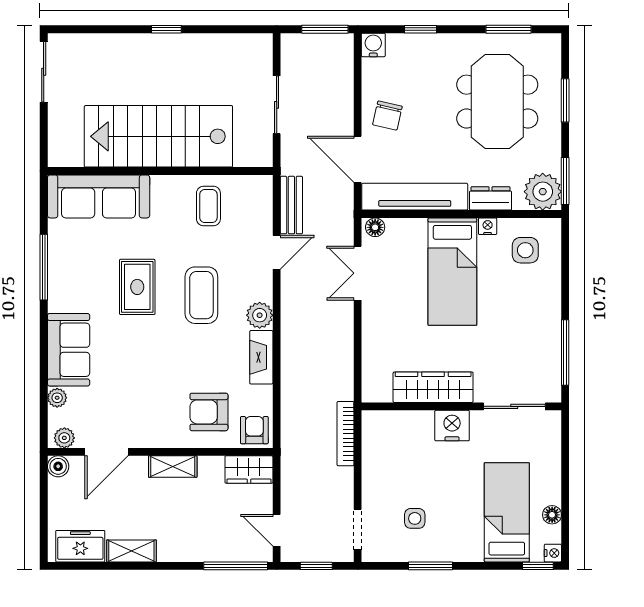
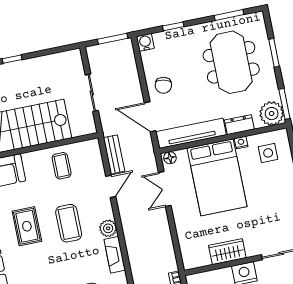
bed: (452, 272) -> (217, 177), width x1.50
wardrobe: (433, 387) -> (227, 252), width x0.67

